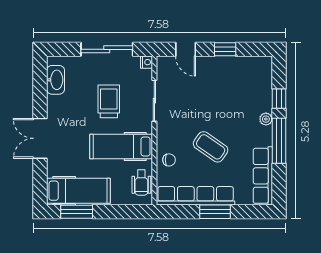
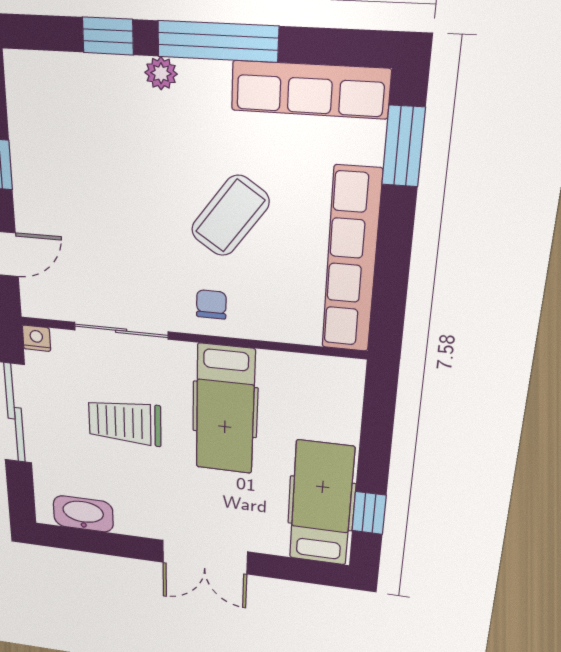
chair: (169, 160) -> (211, 304), moved
wheelchair: (141, 183) -> (311, 377), removed
window: (77, 212) -> (369, 513), width x0.67
window: (215, 212) -> (403, 146), moved

